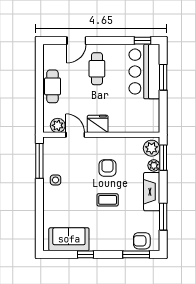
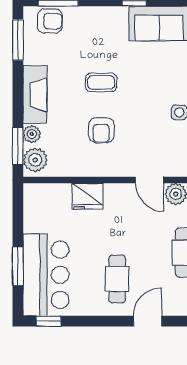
fridge: (98, 124) -> (87, 196), moved
window: (163, 217) -> (18, 40), moved

